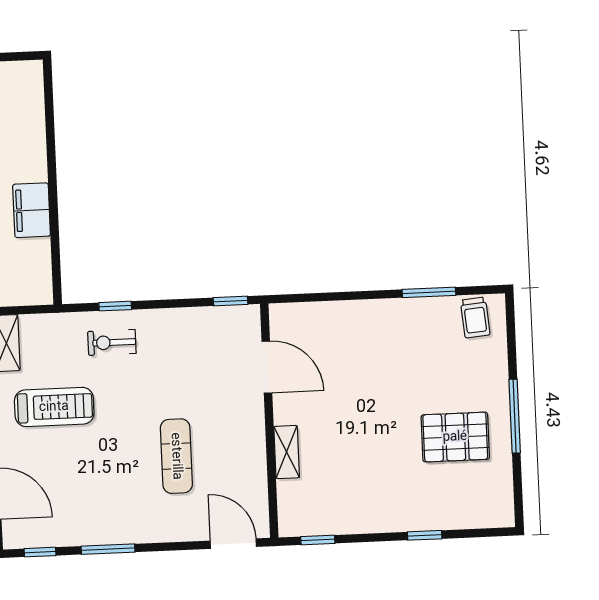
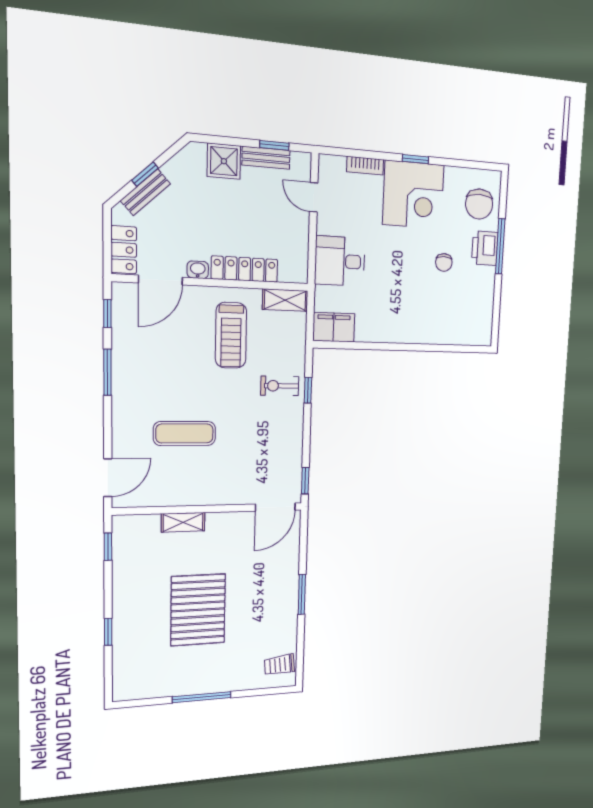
filing cabinet: (32, 210) -> (334, 327), moved
window: (429, 292) -> (302, 594), moved
exercise bike: (112, 342) -> (280, 386), turned -90
door: (267, 367) -> (275, 507), moved
pallet: (455, 437) -> (198, 610), moved, width x1.37, depth x1.41

